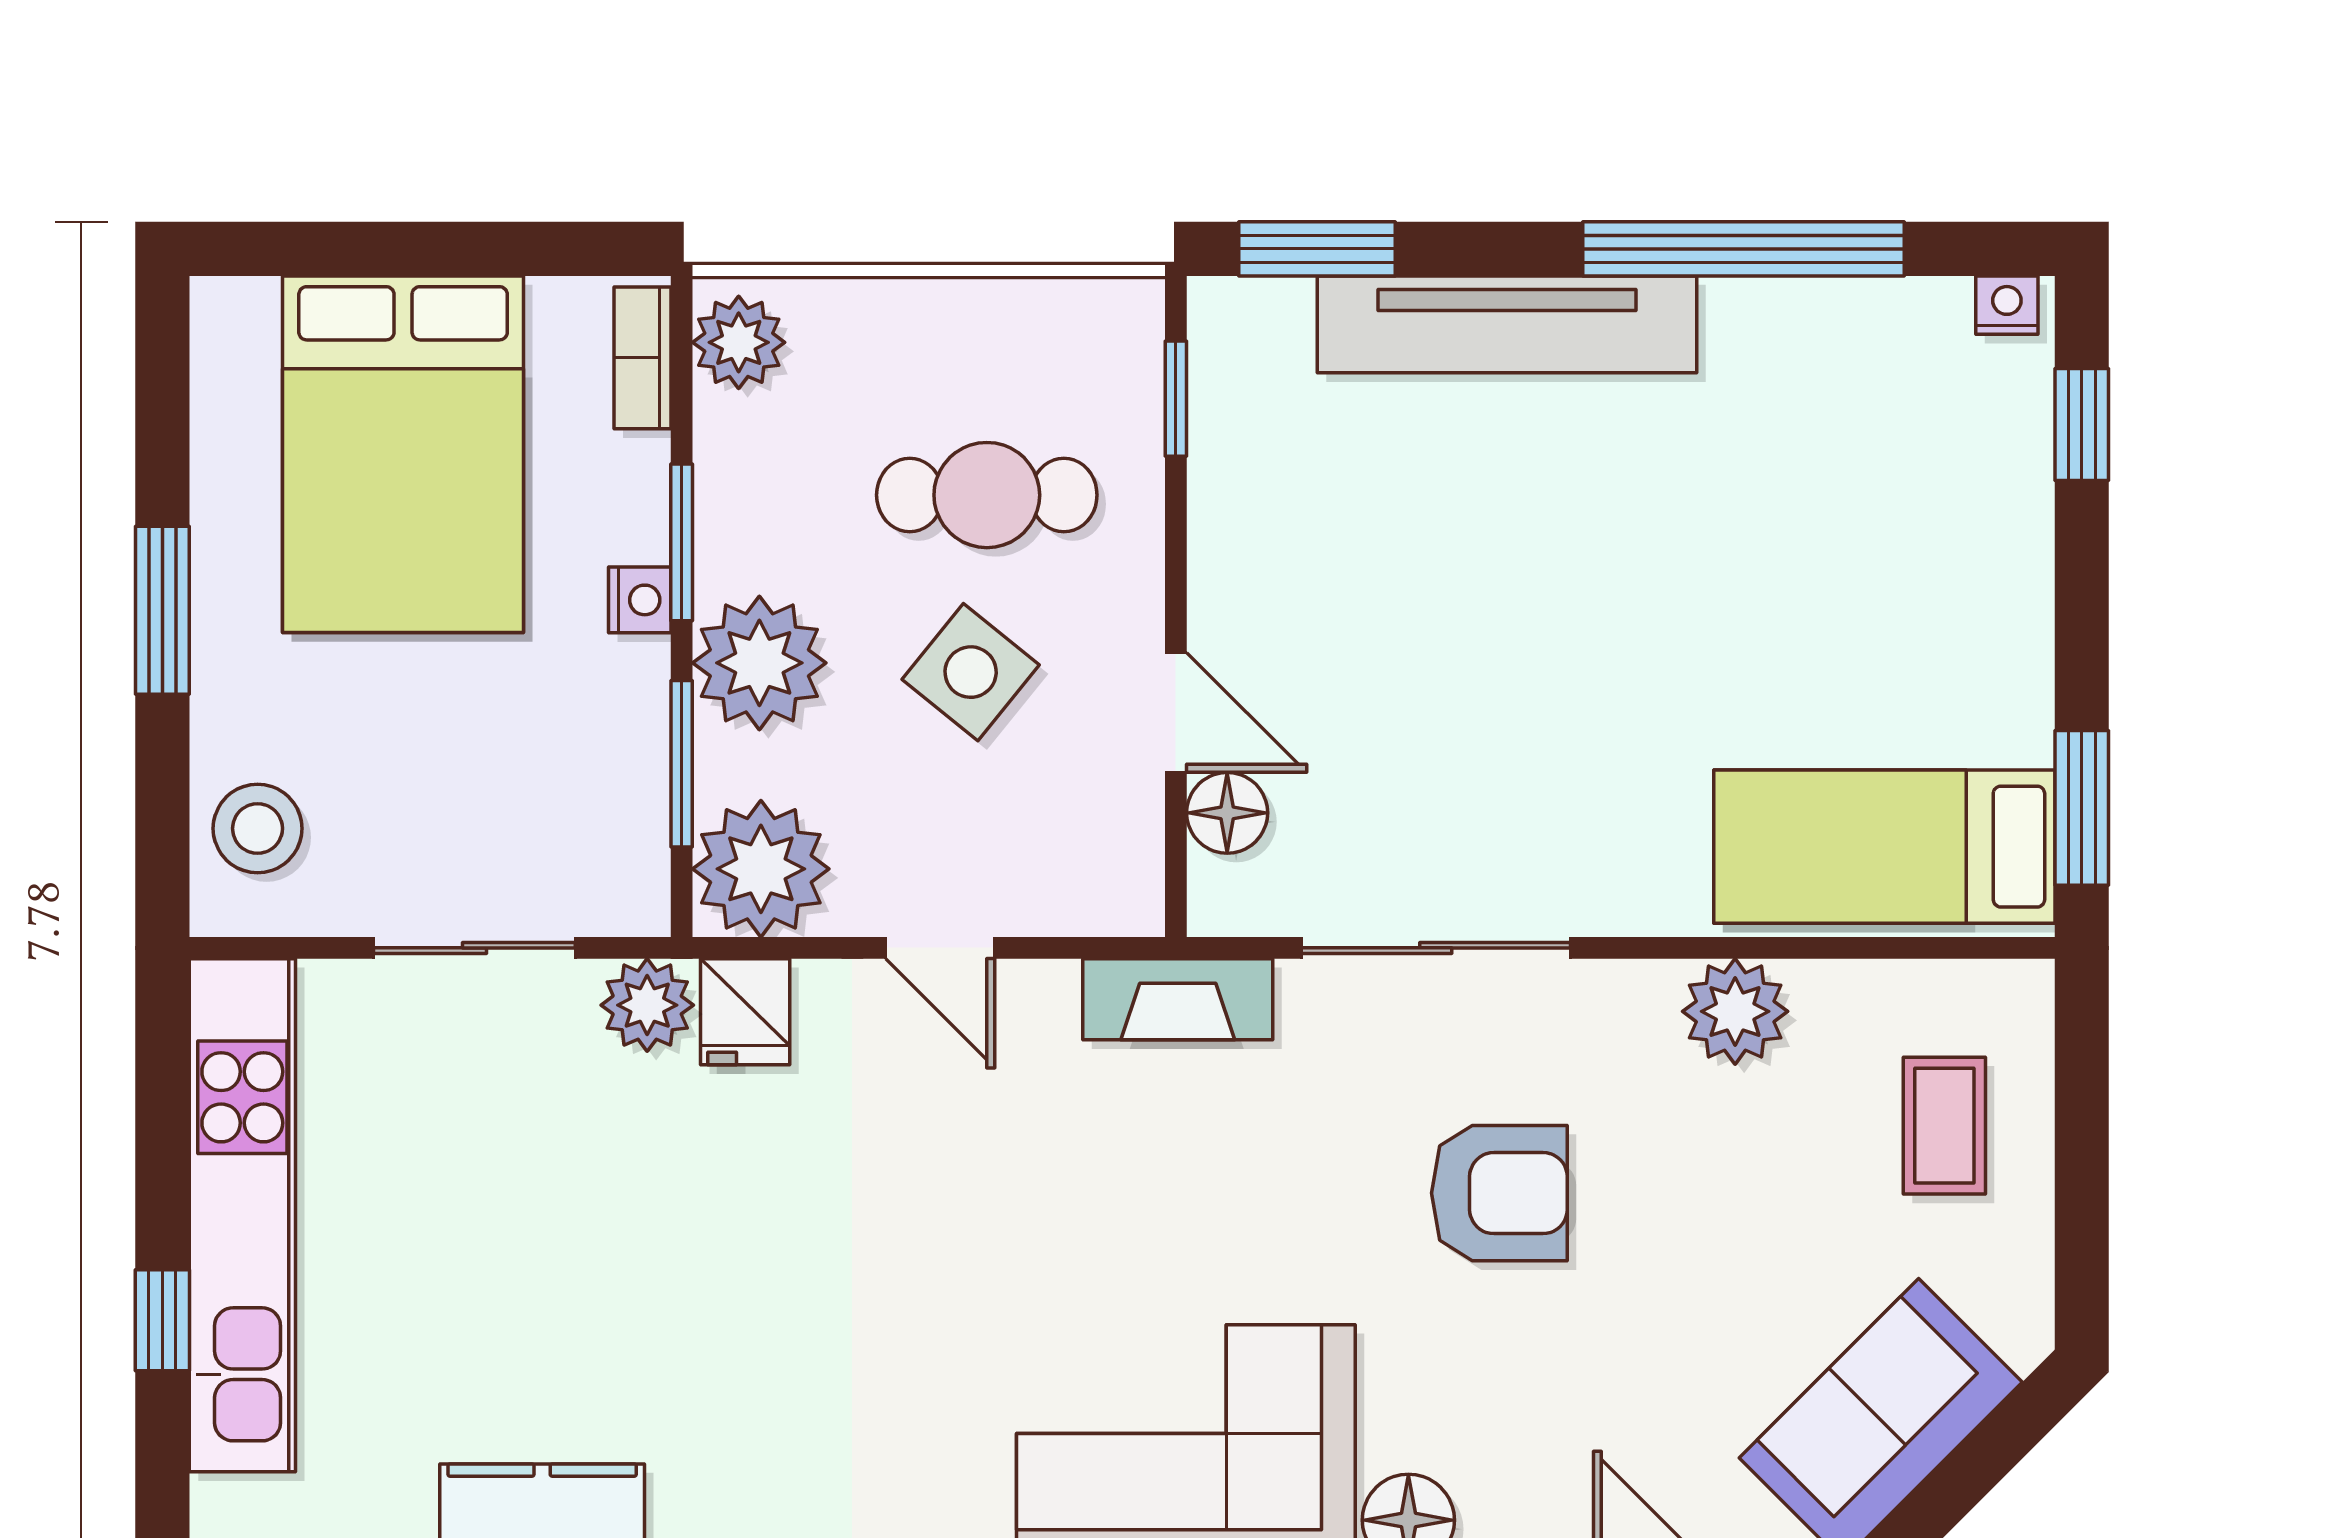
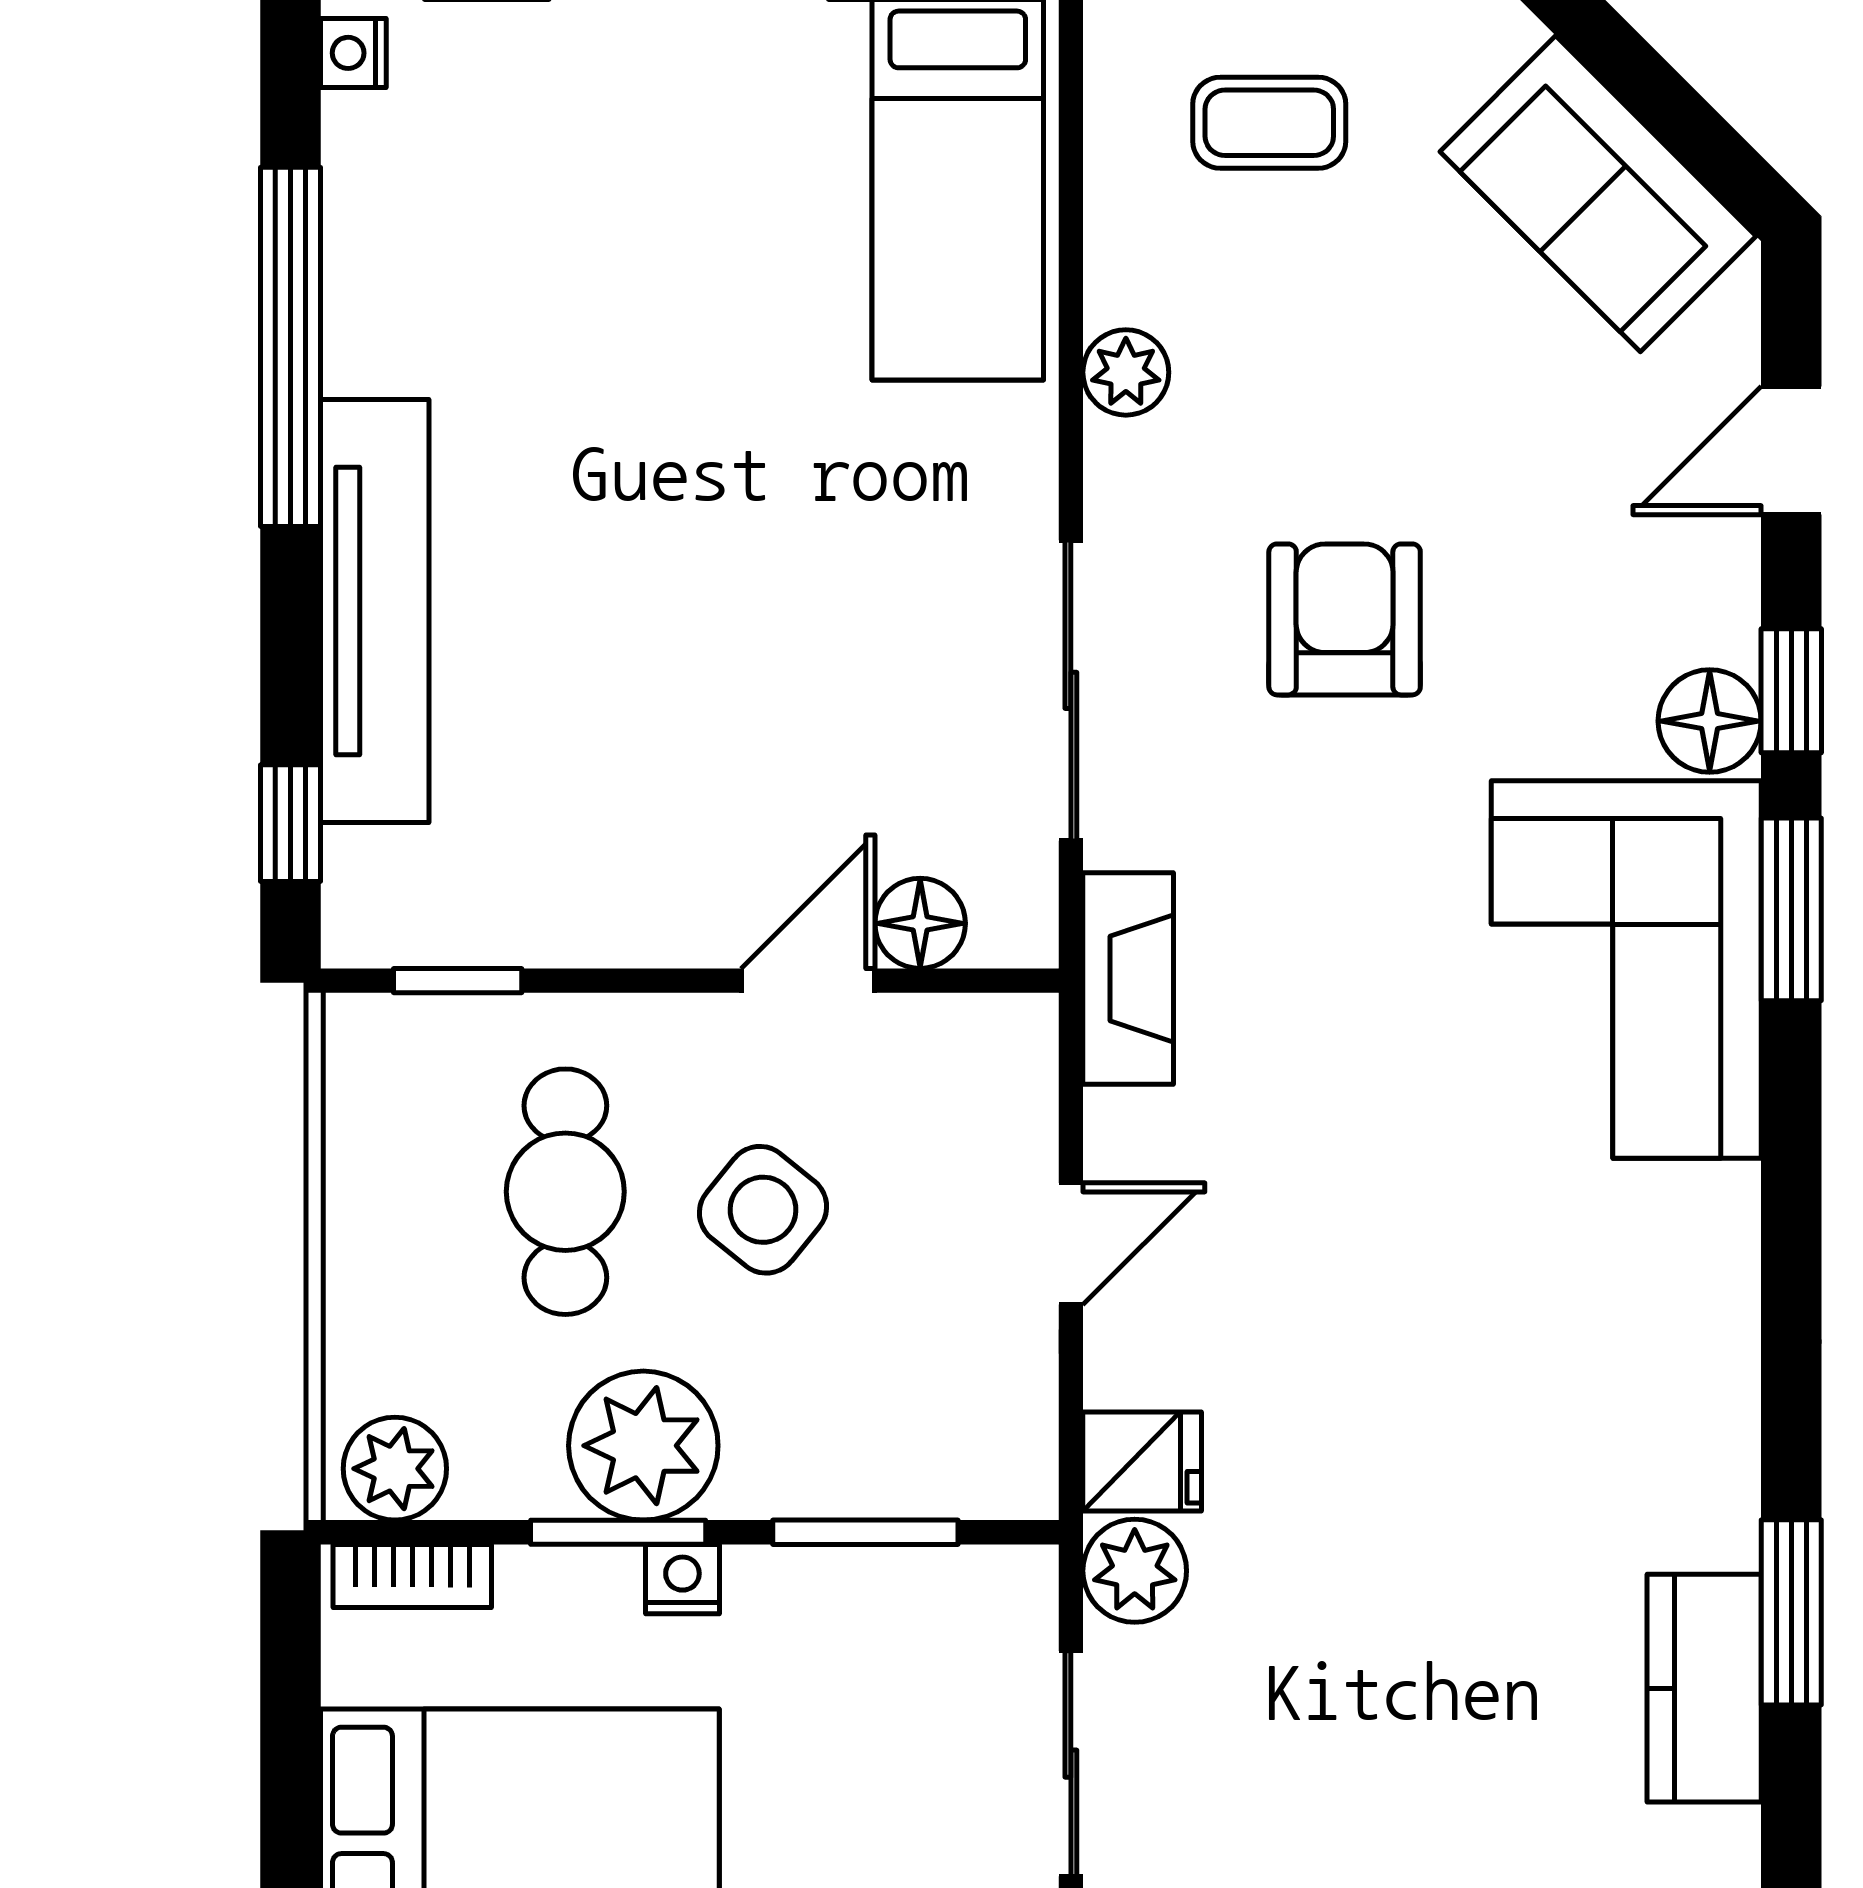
window: (1317, 249) -> (291, 823), width x0.67
plant: (759, 663) -> (643, 1446), moved
plant: (761, 869) -> (983, 1444), removed
plant: (1735, 1011) -> (1126, 372), width x0.73, depth x0.73

